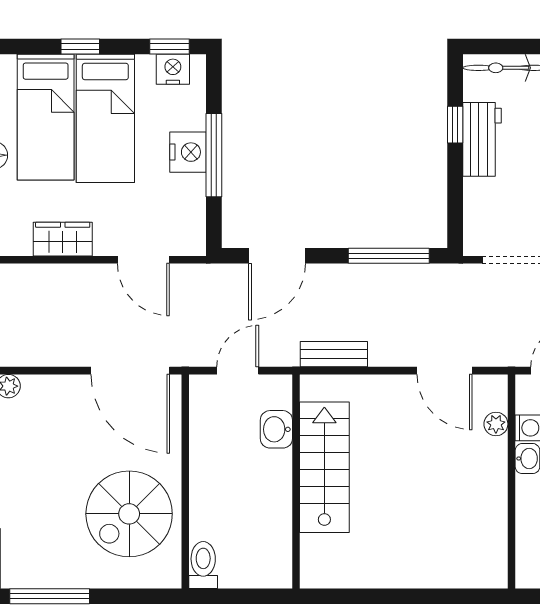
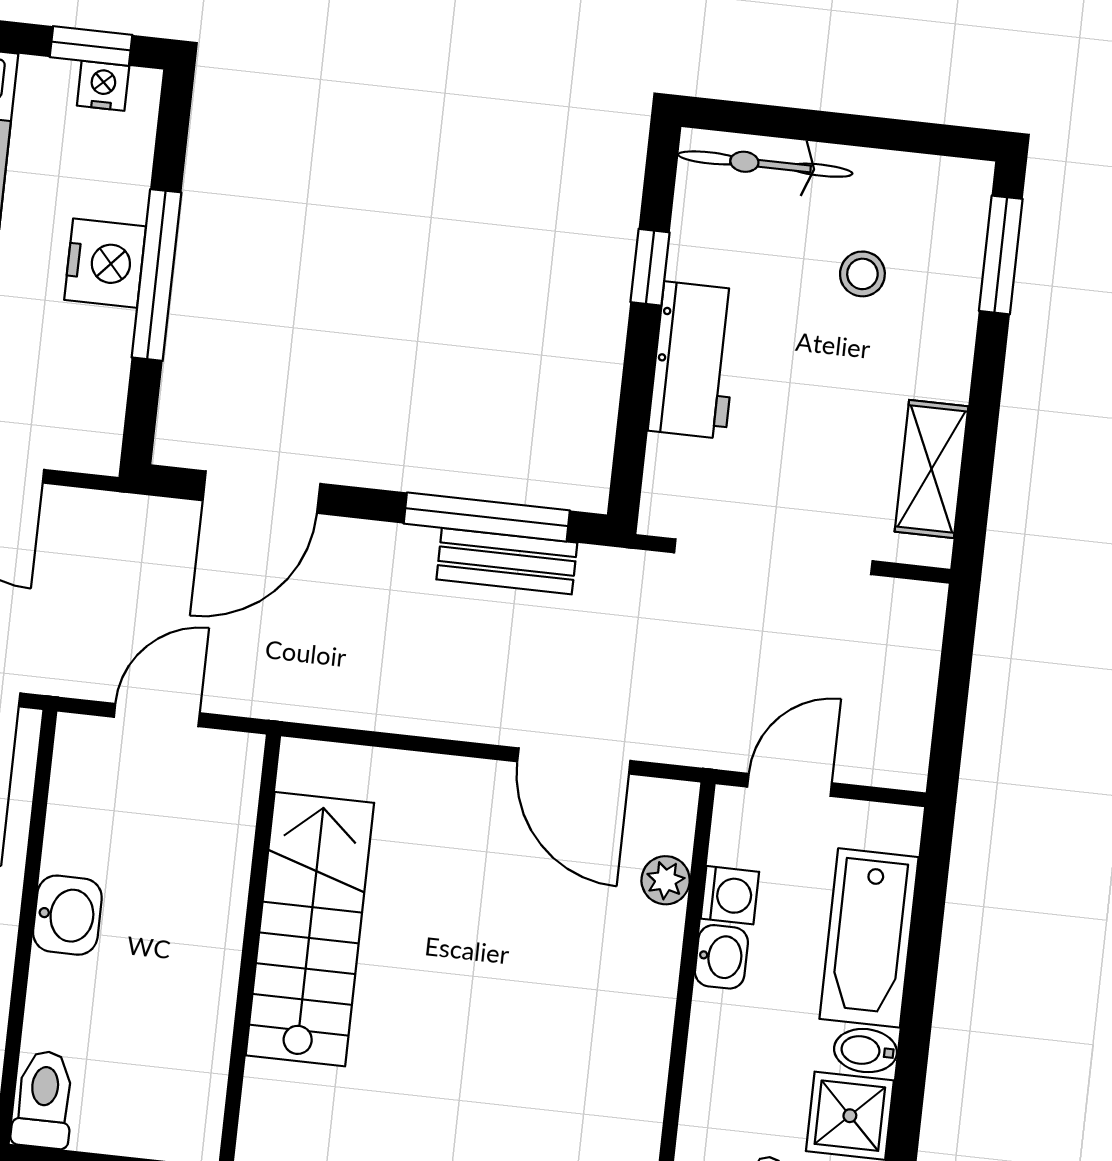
nightstand: (173, 69) -> (103, 86), width x0.72, depth x0.74
workbench: (482, 139) -> (695, 360), moved
bench: (334, 354) -> (507, 561), moved
washbasin: (276, 429) -> (67, 915), moved, turned 180

